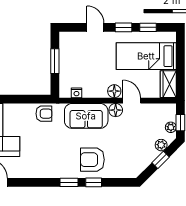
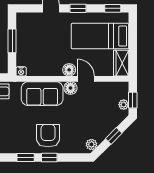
window: (148, 27) -> (113, 8), moved
nightstand: (76, 93) -> (21, 71), moved
plant: (161, 145) -> (91, 144), moved
armchair: (92, 160) -> (48, 136), turned 90

